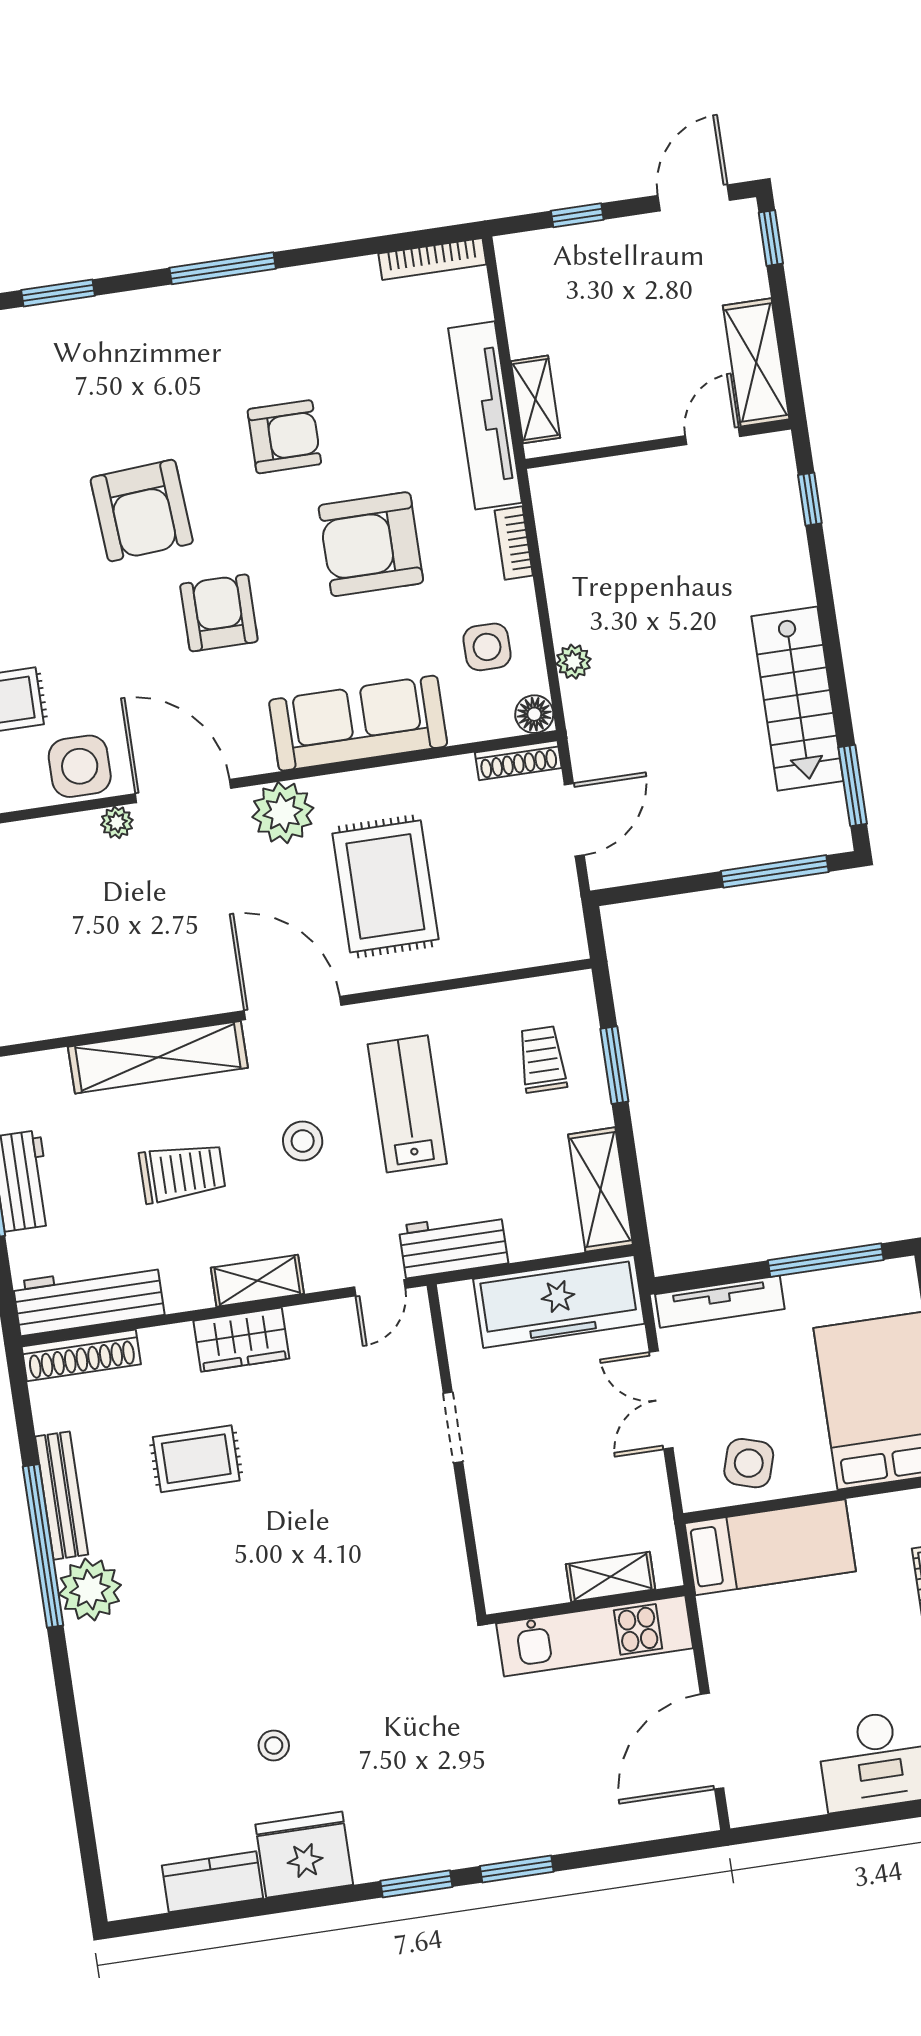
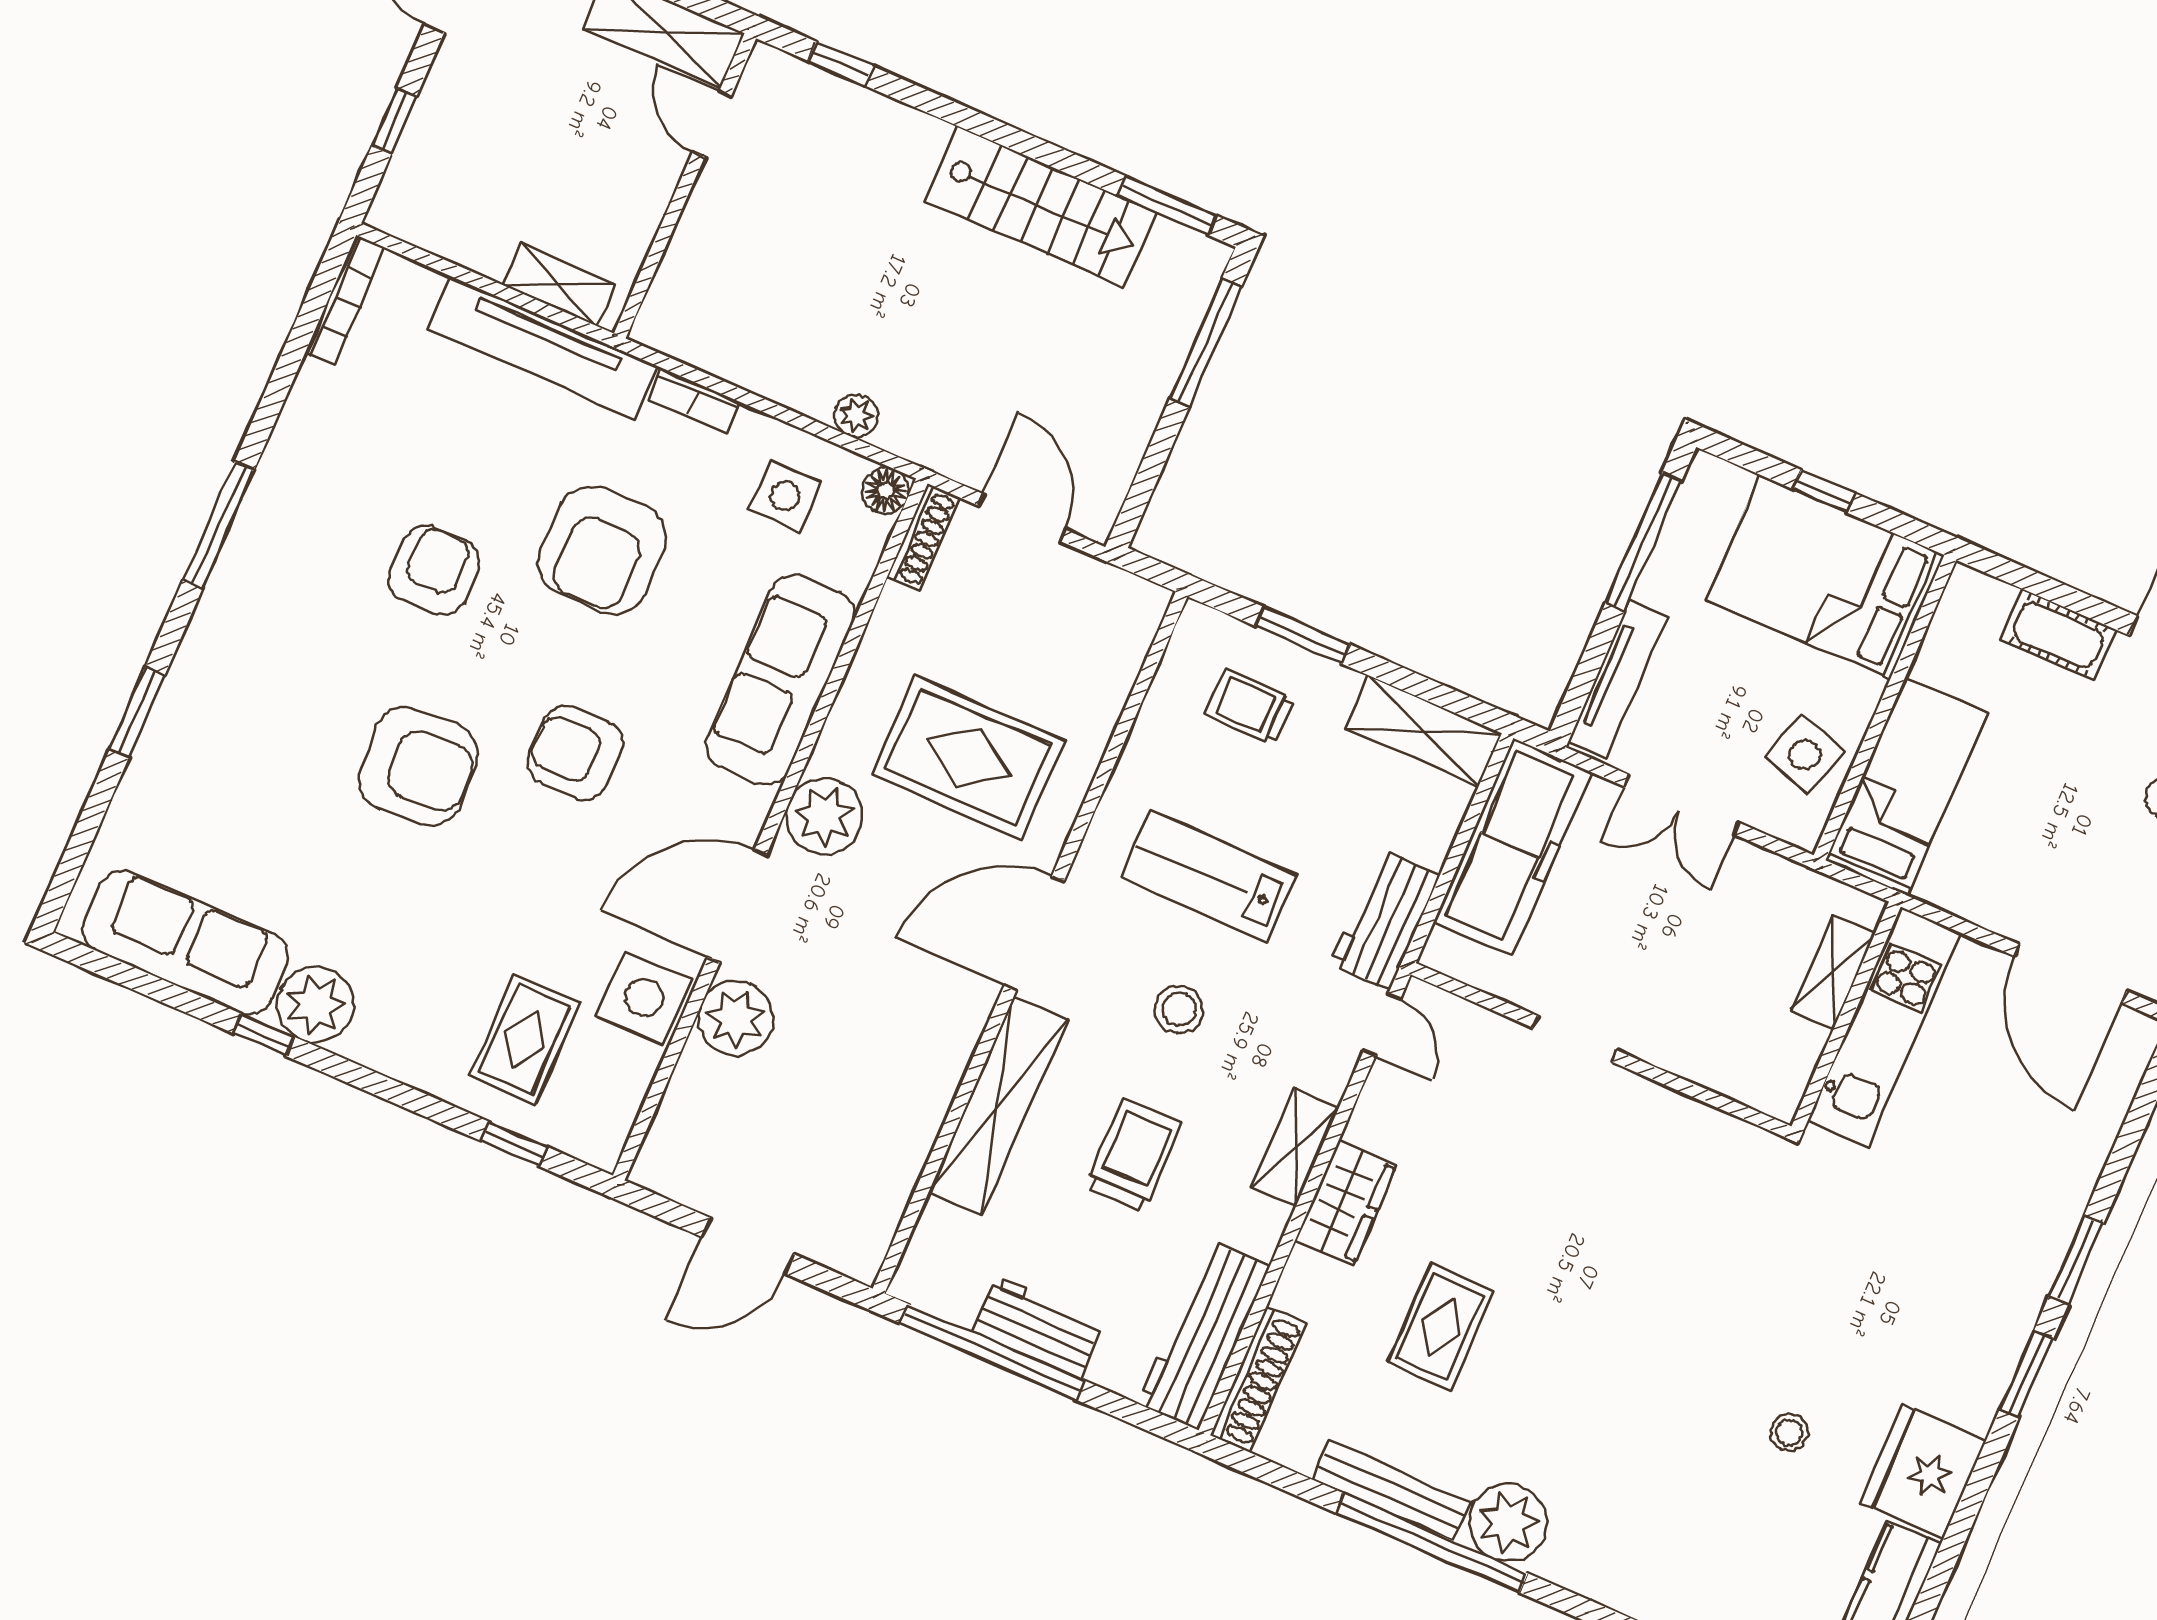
plant: (117, 822) -> (736, 1018), width x1.87, depth x1.87

